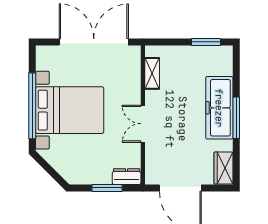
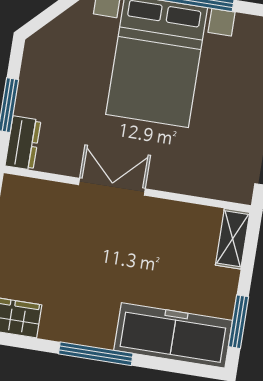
shelving: (152, 73) -> (233, 239), moved, turned 90
freezer: (219, 108) -> (173, 335), moved

